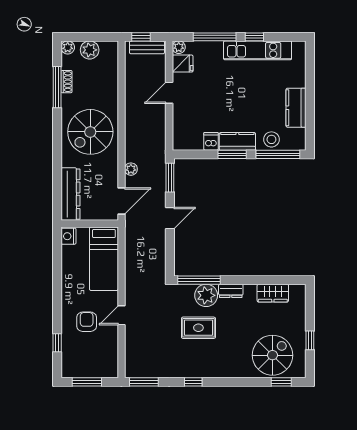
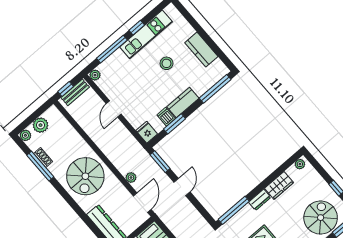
fridge: (183, 64) -> (147, 132), moved, turned -90
stool: (271, 139) -> (166, 63), moved
window: (232, 154) -> (175, 124), moved
wardrobe: (273, 293) -> (279, 185), moved
plant: (206, 295) -> (300, 164), moved, width x0.53, depth x0.53

